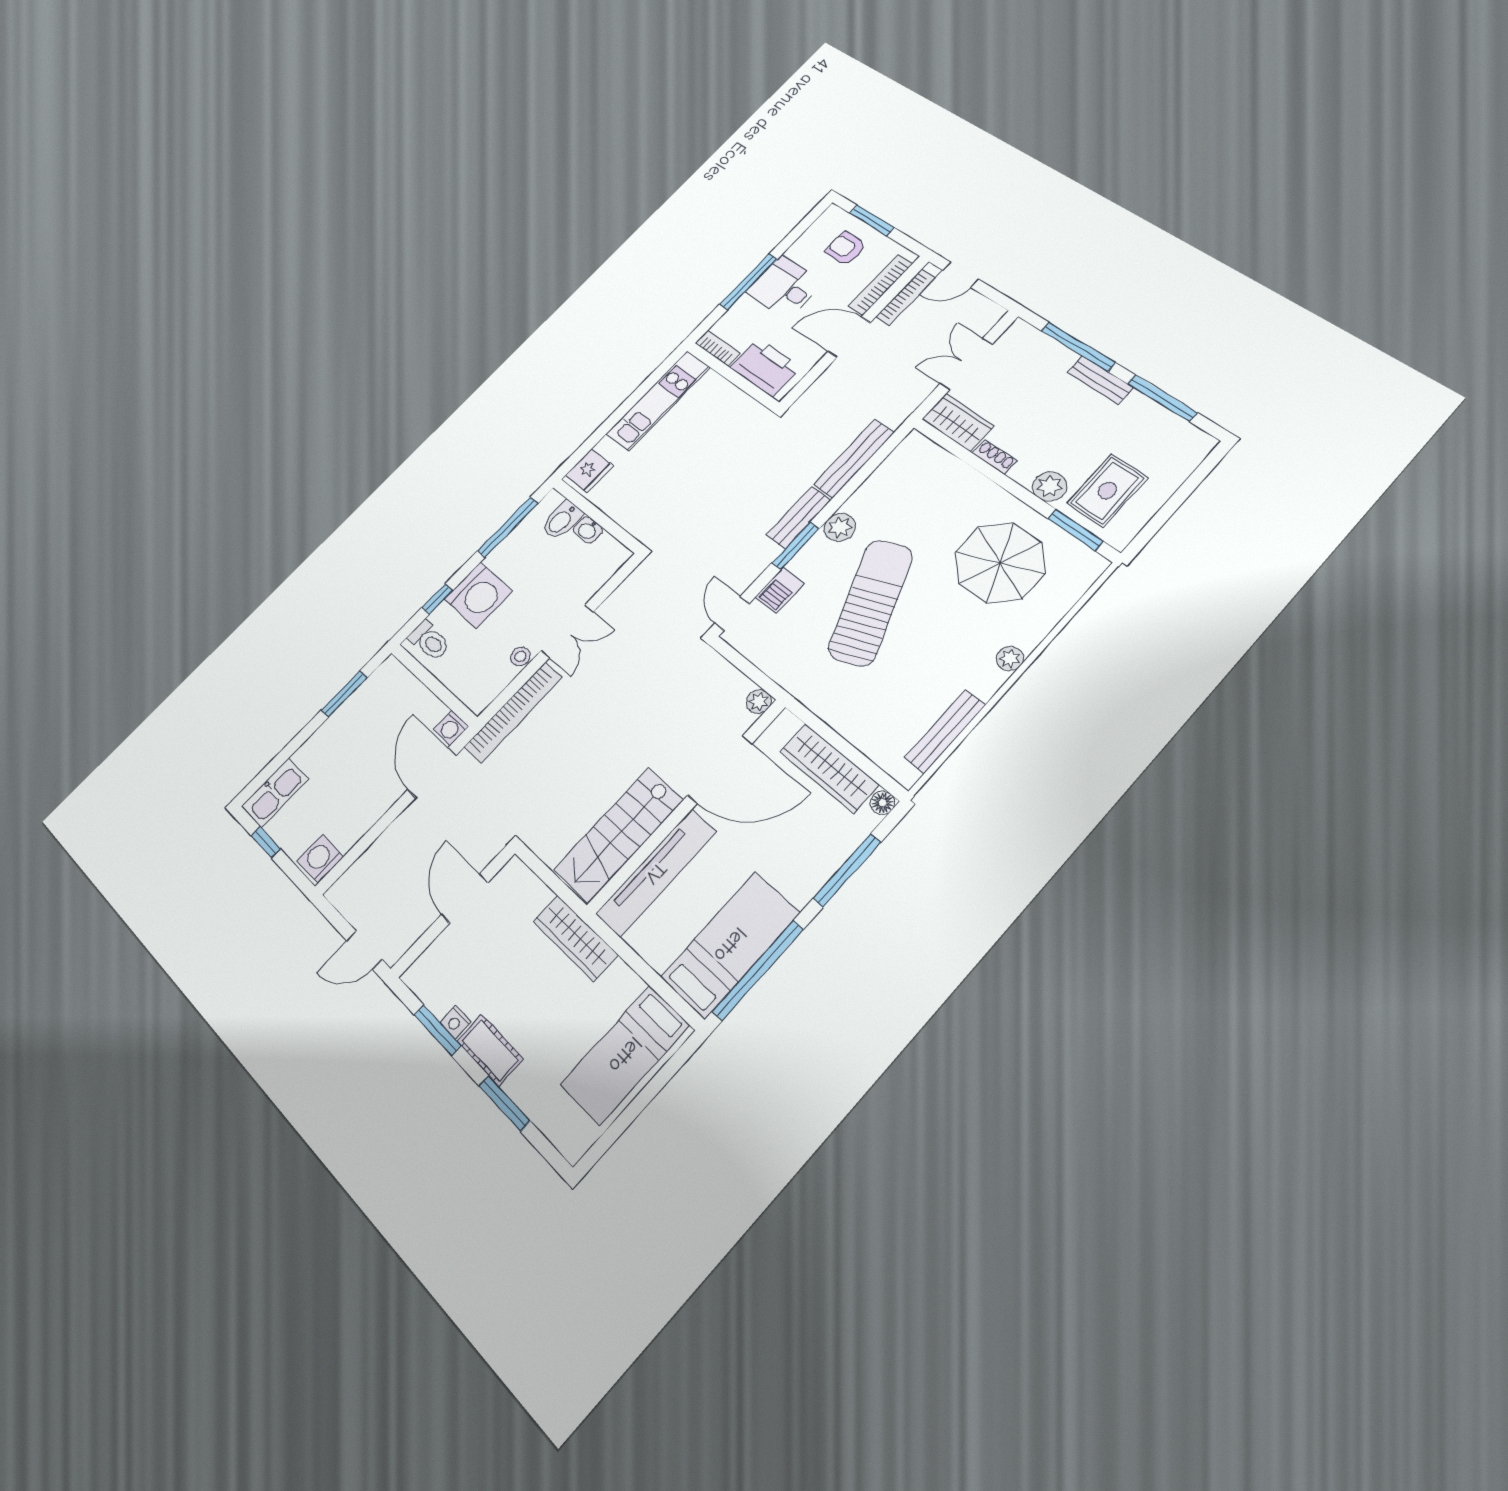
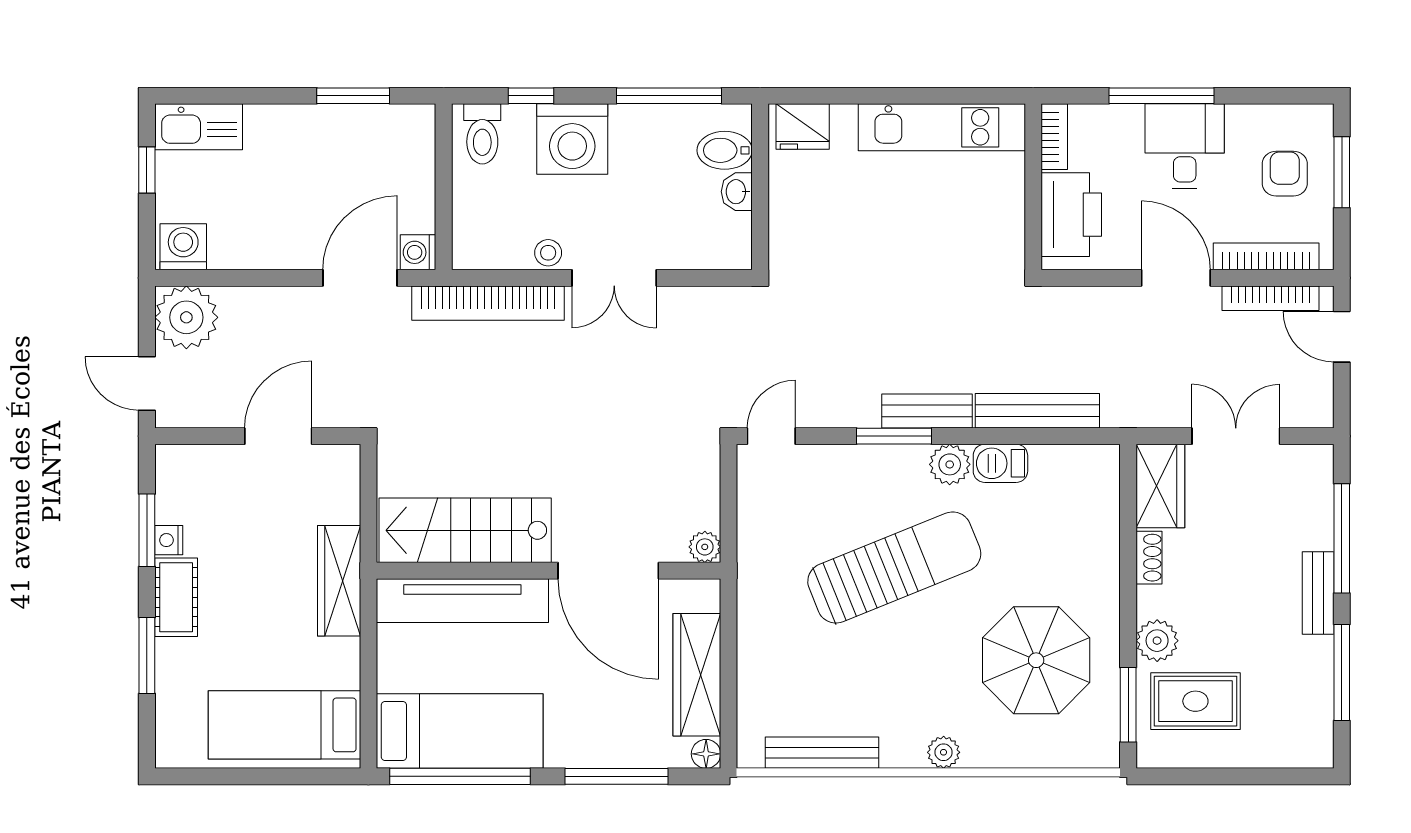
barbecue: (780, 590) -> (1000, 463), moved
plant: (355, 892) -> (186, 317), added

